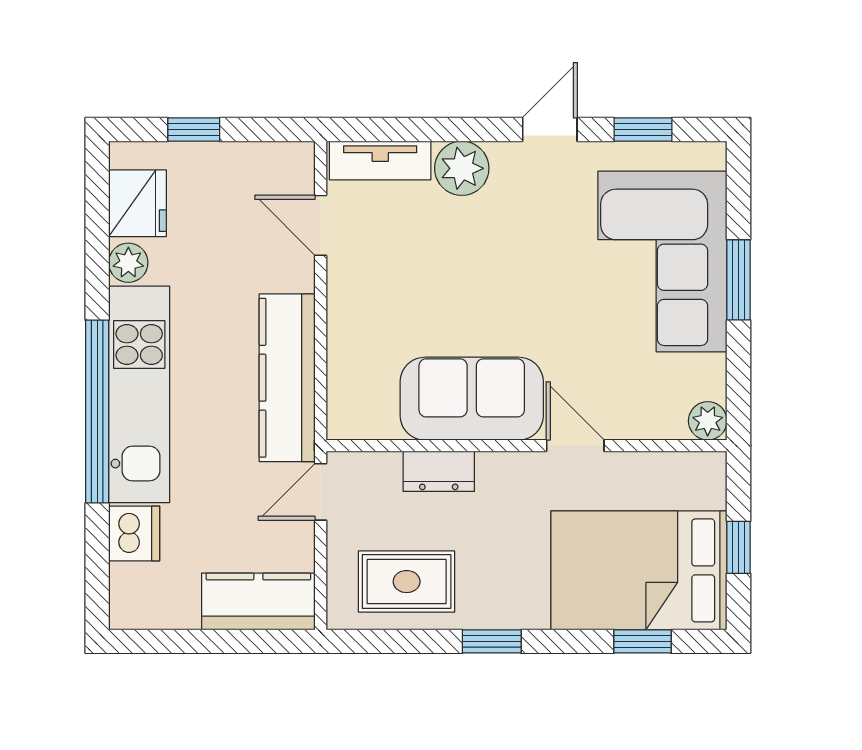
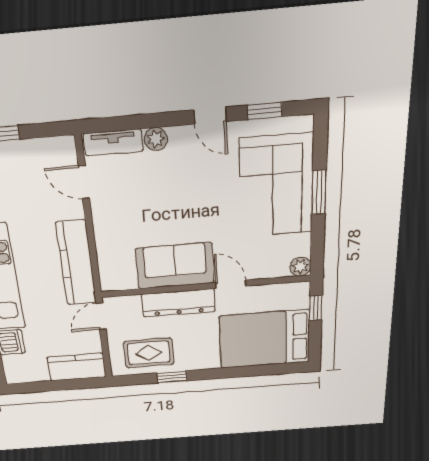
door: (550, 130) -> (210, 116), swing flipped
plant: (462, 168) -> (156, 139), width x0.73, depth x0.73
dresser: (439, 471) -> (178, 303), width x1.96, depth x1.24
window: (739, 547) -> (316, 308), moved
window: (492, 641) -> (172, 377), moved
window: (643, 641) -> (267, 370), removed

